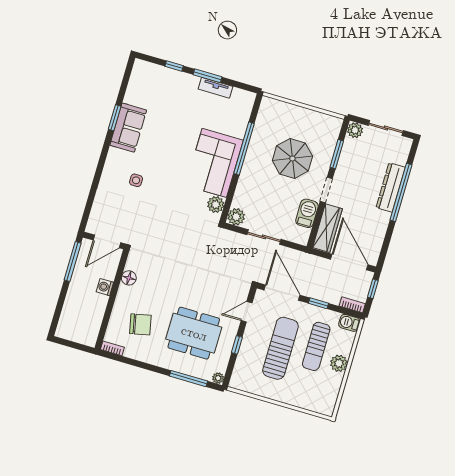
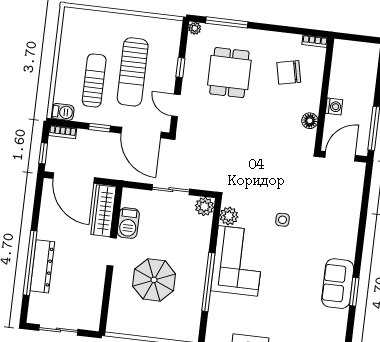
plant: (355, 130) -> (91, 322), removed
window: (337, 154) -> (107, 293), removed
side table: (136, 180) -> (282, 220), moved
door: (247, 312) -> (176, 105), swing flipped
dining table: (194, 333) -> (229, 73), width x0.73
plant: (339, 363) -> (66, 66), removed

